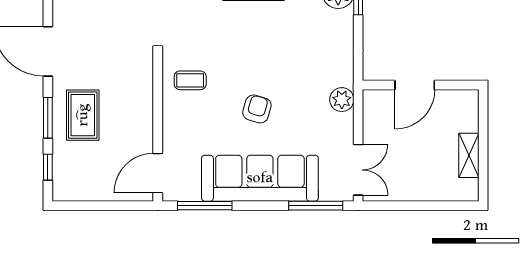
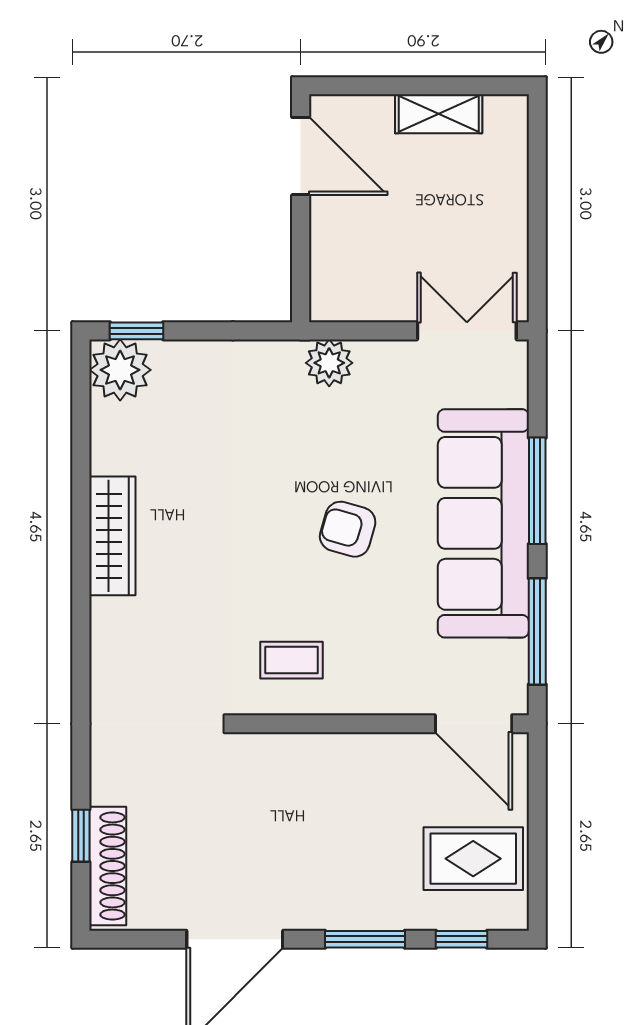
coffee table: (190, 80) -> (291, 660), turned 90
door: (415, 85) -> (301, 156), moved
rug: (83, 115) -> (473, 859), moved
window: (316, 206) -> (537, 491), moved

